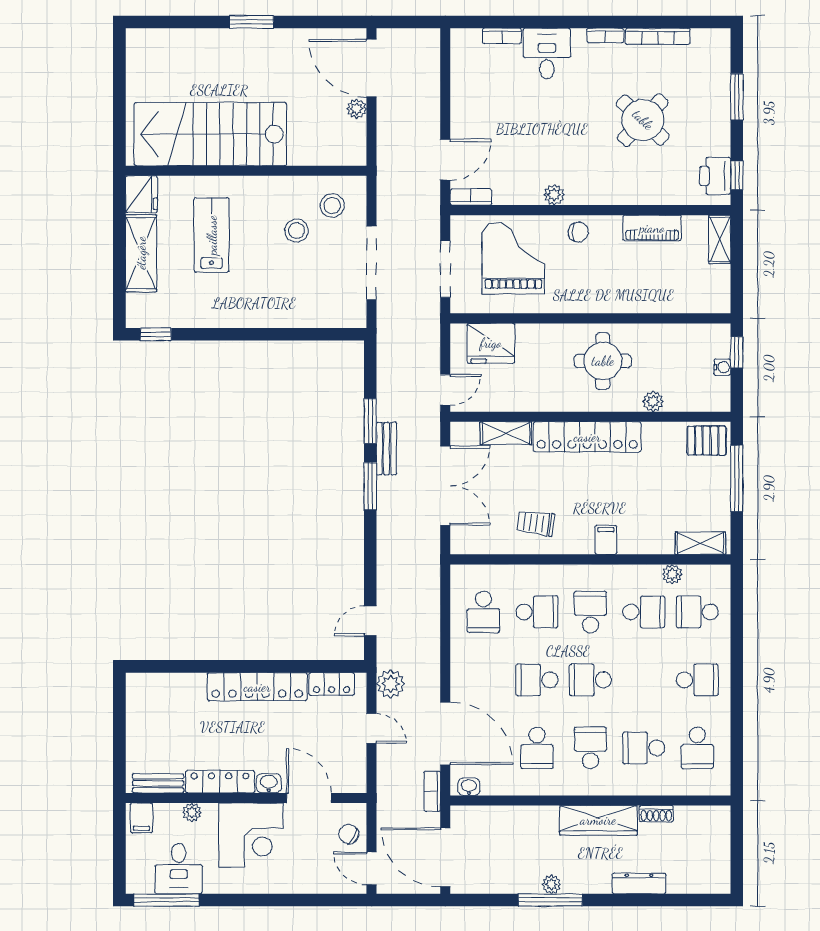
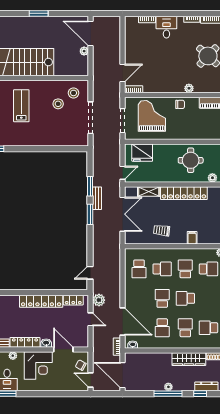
plant: (554, 195) -> (189, 88), moved
school desk: (537, 680) -> (162, 298), turned 90
window: (625, 900) -> (200, 394), added

